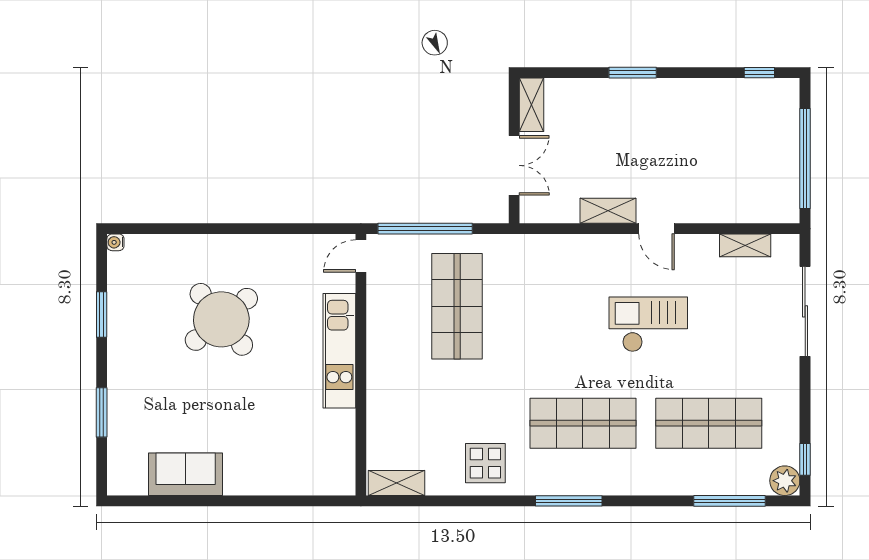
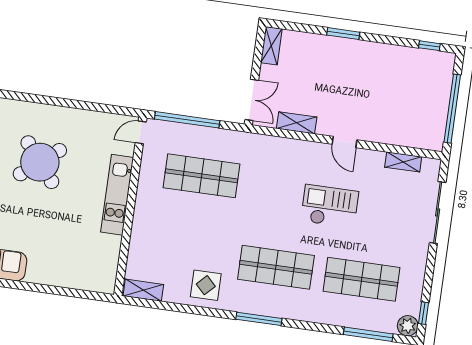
double door: (514, 165) -> (252, 100), moved
shelving: (608, 211) -> (297, 123), moved
shop shelf: (457, 306) -> (201, 176), turned 90

